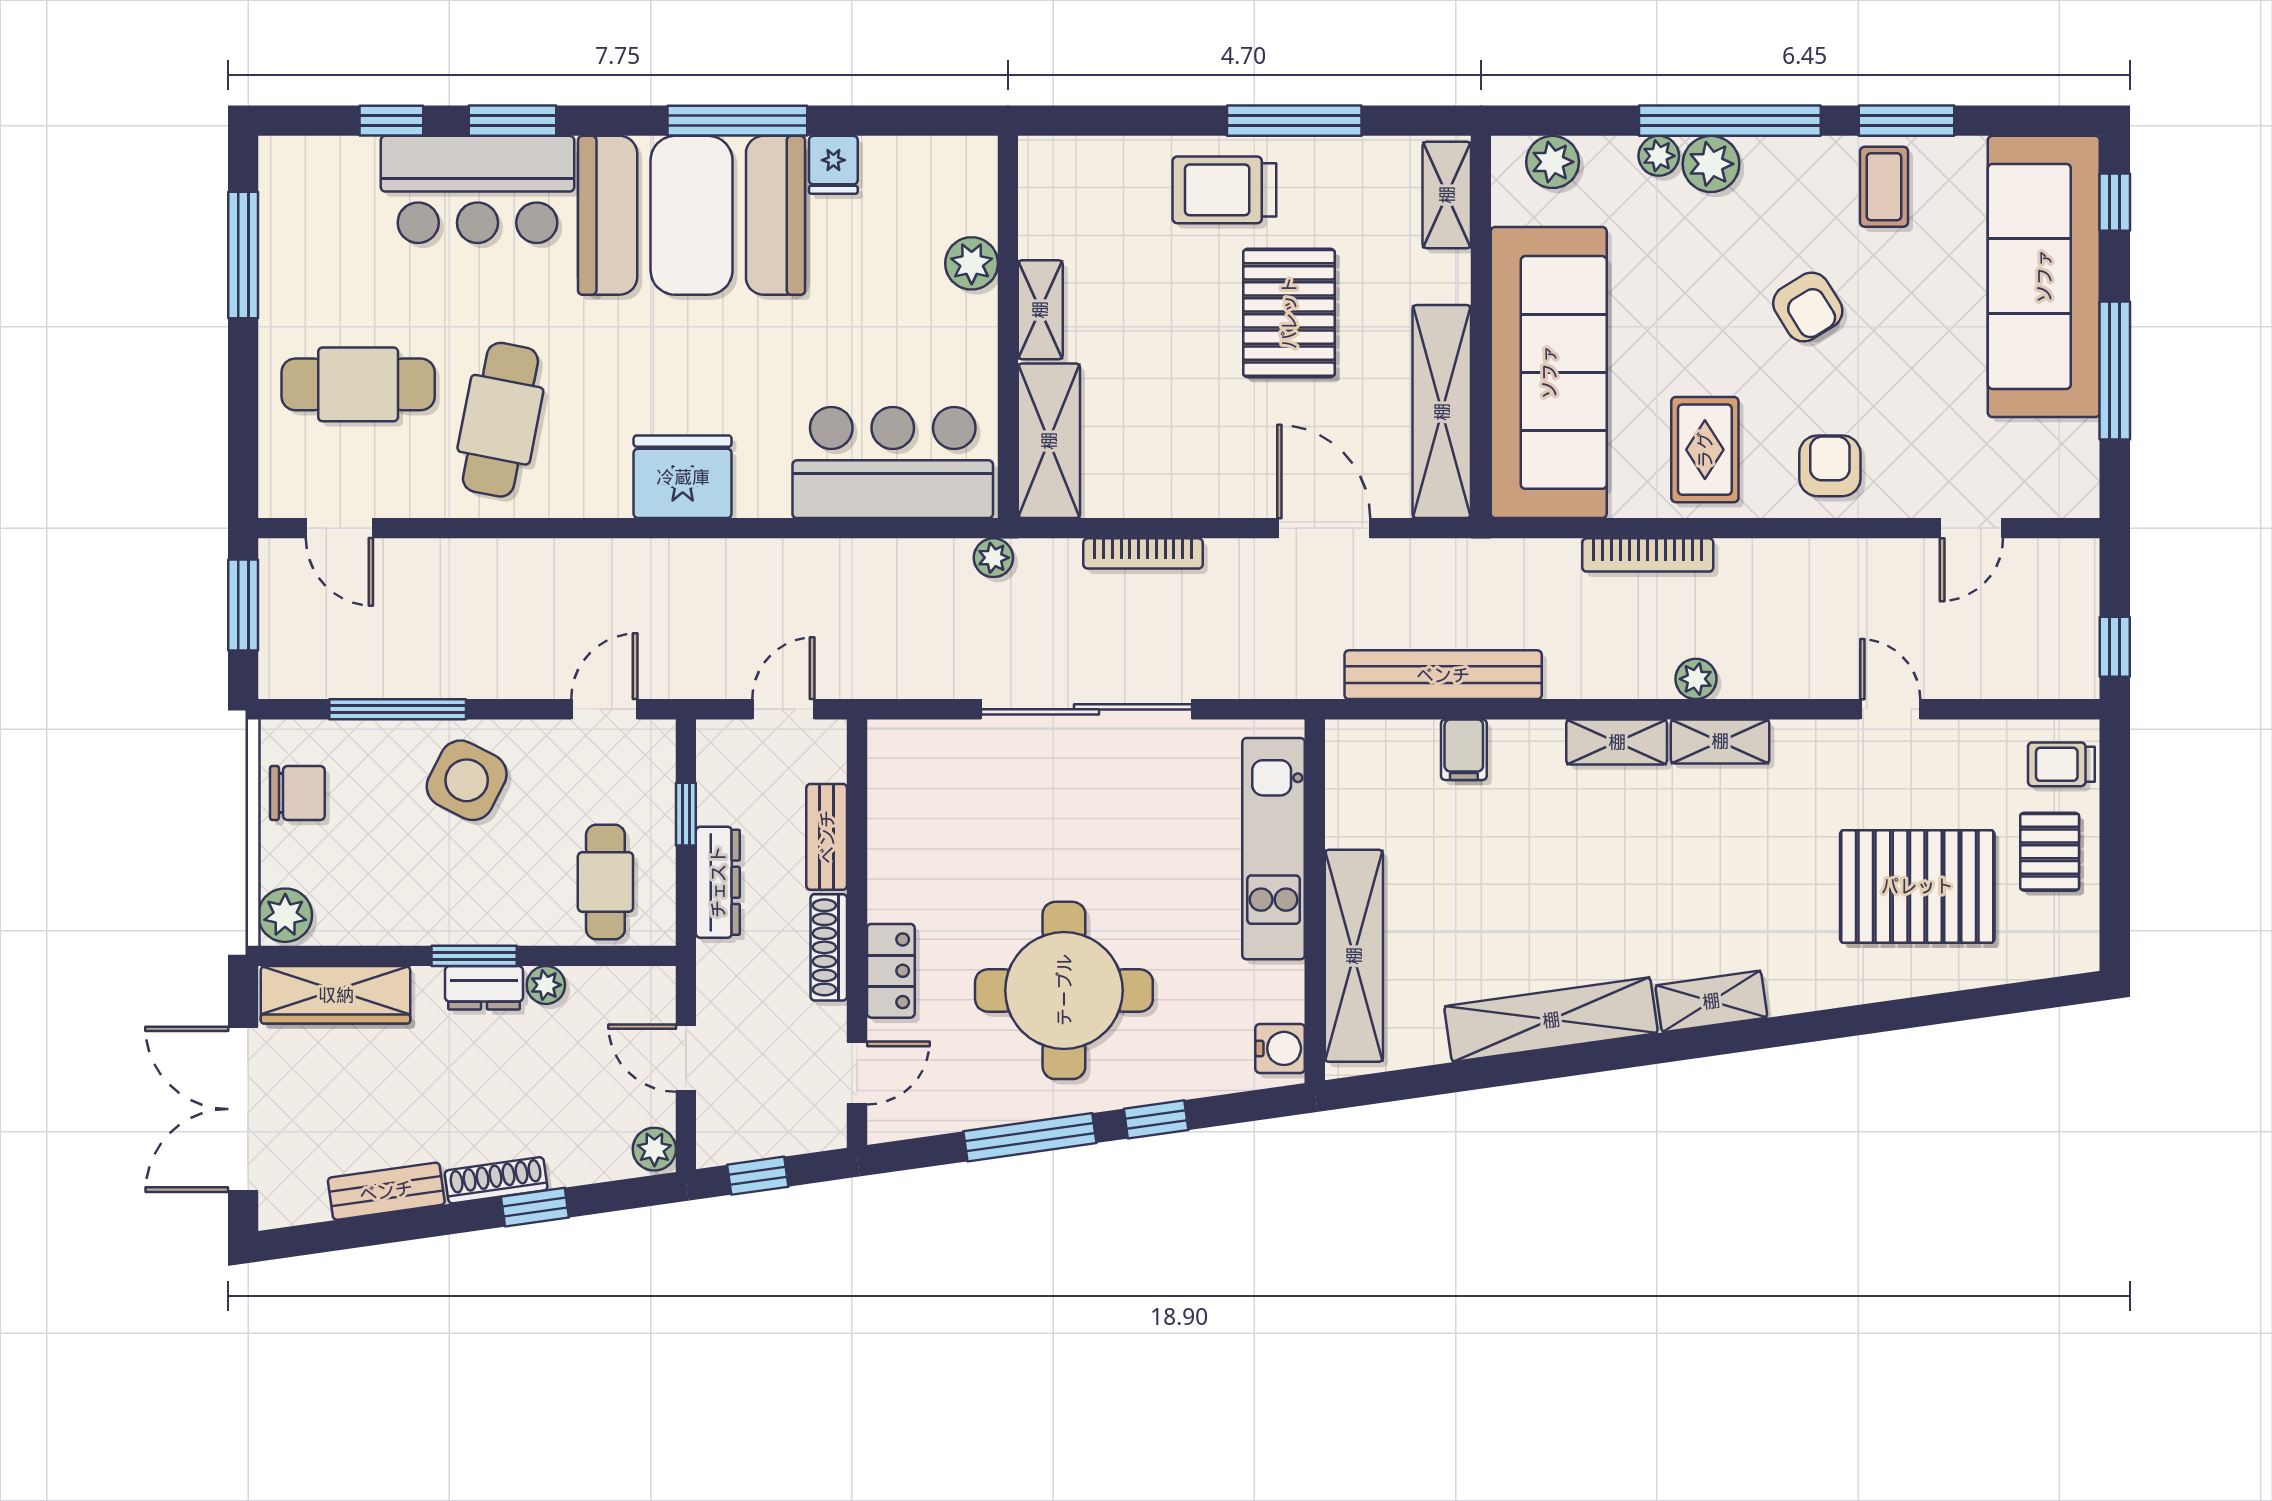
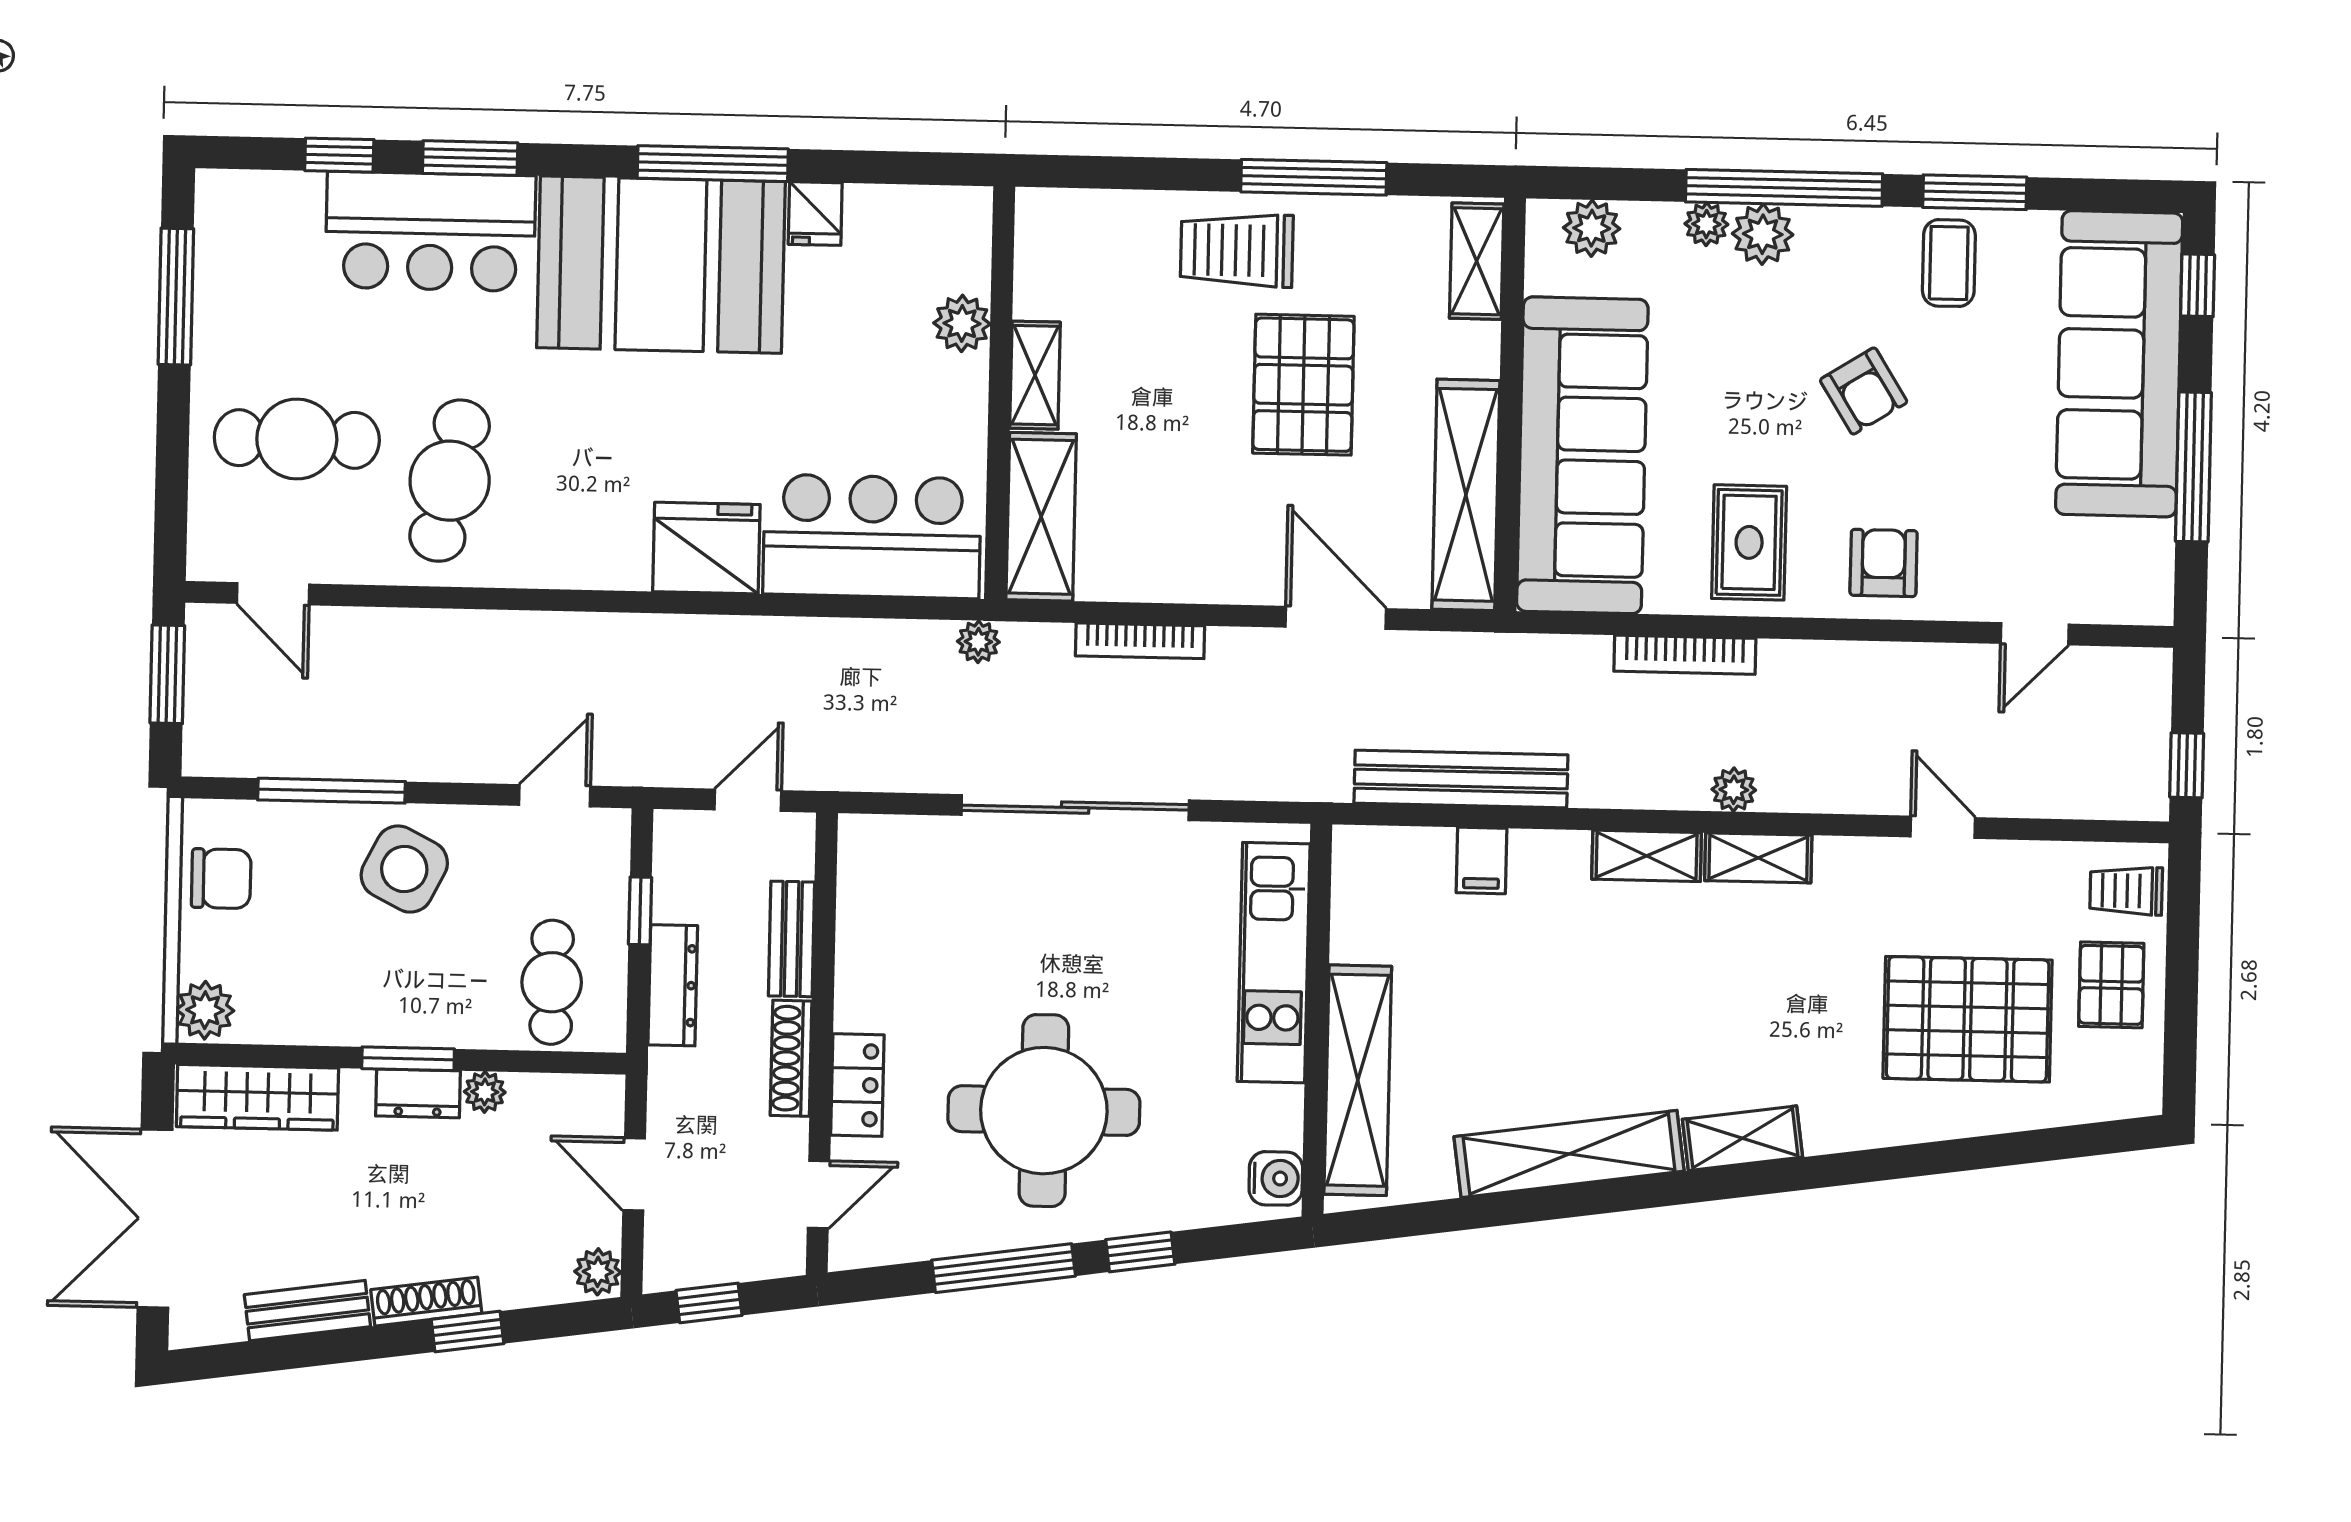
fridge: (683, 477) -> (706, 548), moved

